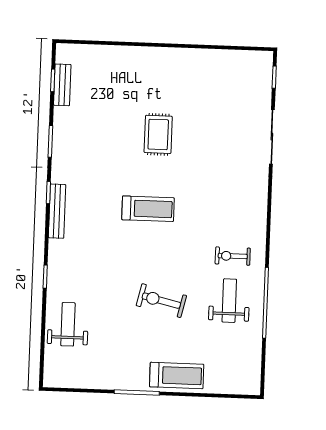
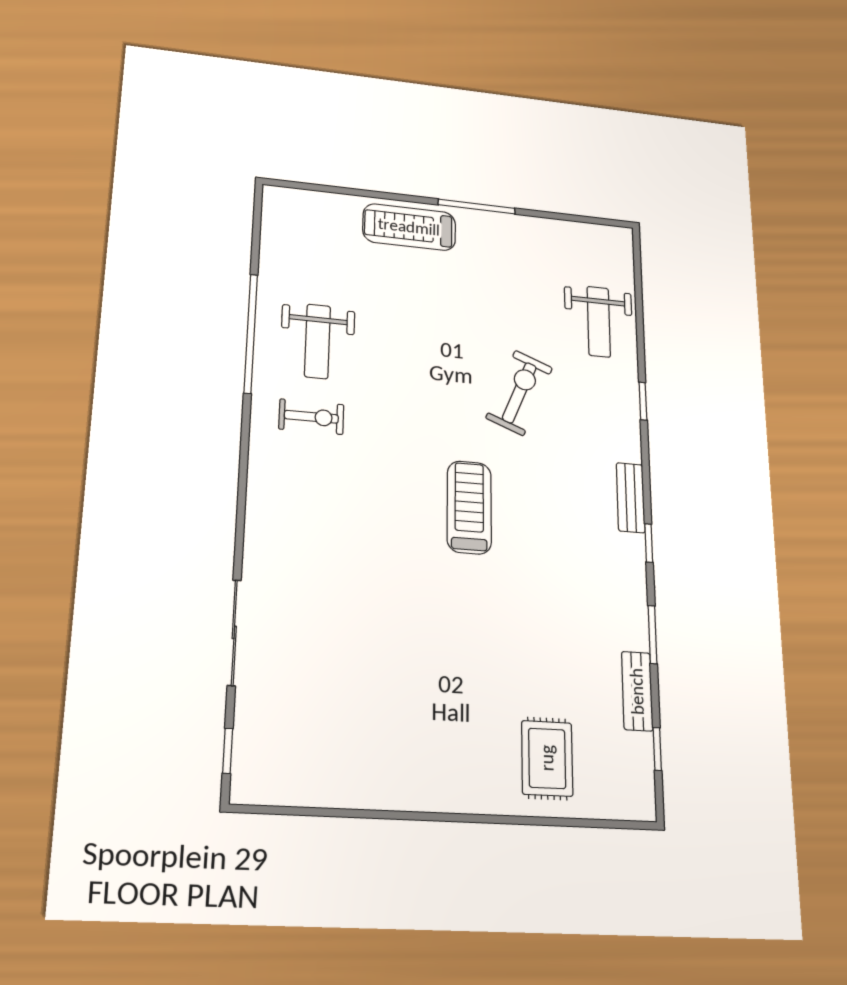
bench: (62, 85) -> (637, 691), moved
rug: (158, 134) -> (547, 758), moved
treadmill: (148, 209) -> (469, 507), turned 90
bench: (57, 211) -> (631, 498), width x0.73
exercise bike: (161, 301) -> (519, 393), moved, turned -81

